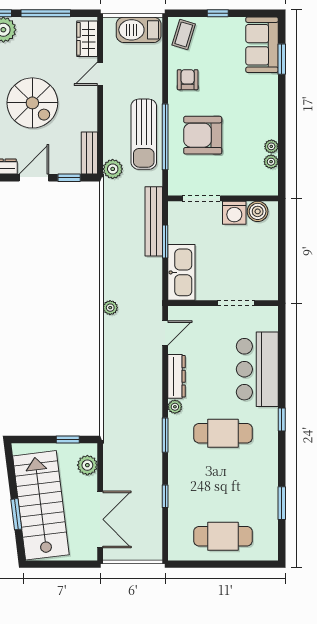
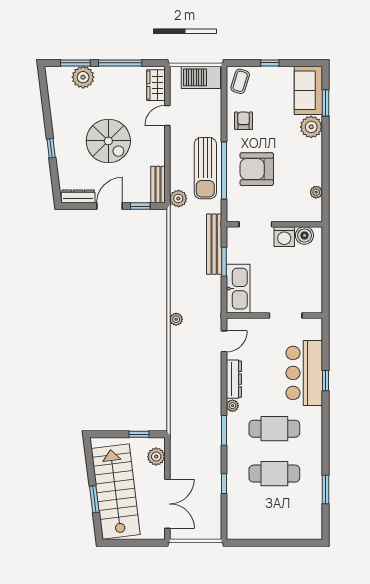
plant: (271, 146) -> (311, 127), moved, width x1.88, depth x1.88
window: (282, 420) -> (325, 381), moved
cafe table: (223, 536) -> (274, 474), moved

